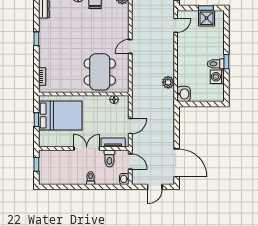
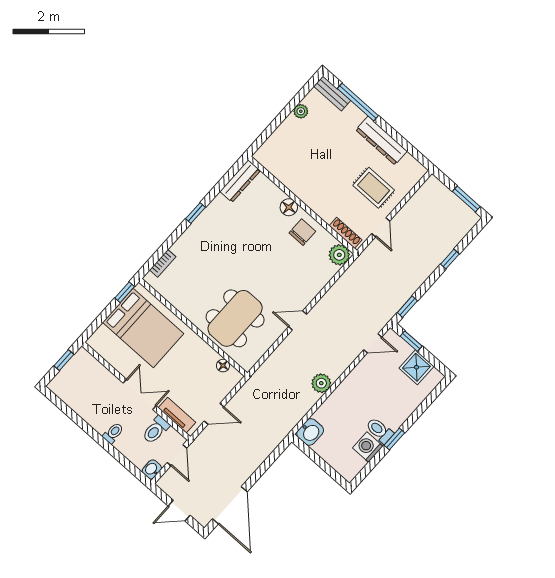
window: (206, 8) -> (411, 341), moved
plant: (168, 82) -> (321, 383), moved
window: (36, 120) -> (125, 292), moved

